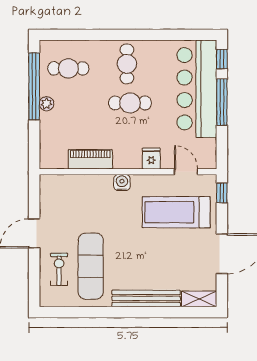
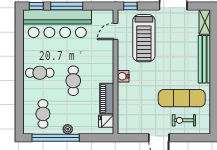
cafe table: (130, 103) -> (73, 81), moved
fridge: (151, 158) -> (106, 121), moved

